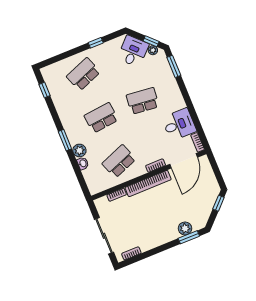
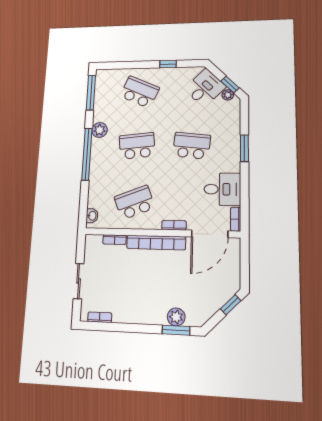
window: (174, 66) -> (244, 148), moved
school desk: (83, 74) -> (139, 92), turned 45
window: (44, 90) -> (91, 93), width x2.17
window: (65, 140) -> (87, 154), width x2.11
plant: (79, 150) -> (100, 130), moved
washbasin: (83, 163) -> (92, 216), moved
sliding door: (104, 236) -> (79, 281), width x0.73

